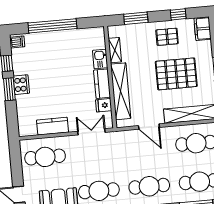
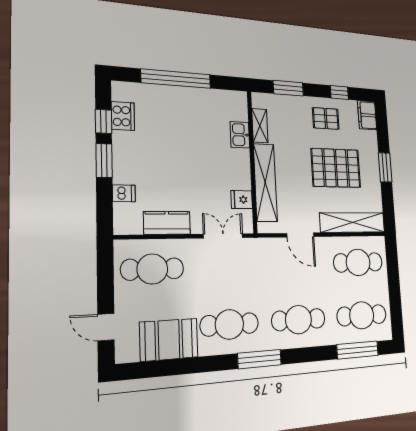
dishwasher: (17, 42) -> (124, 193), moved
kitchen counter: (102, 84) -> (241, 169), removed
cooker: (21, 85) -> (123, 116), moved

